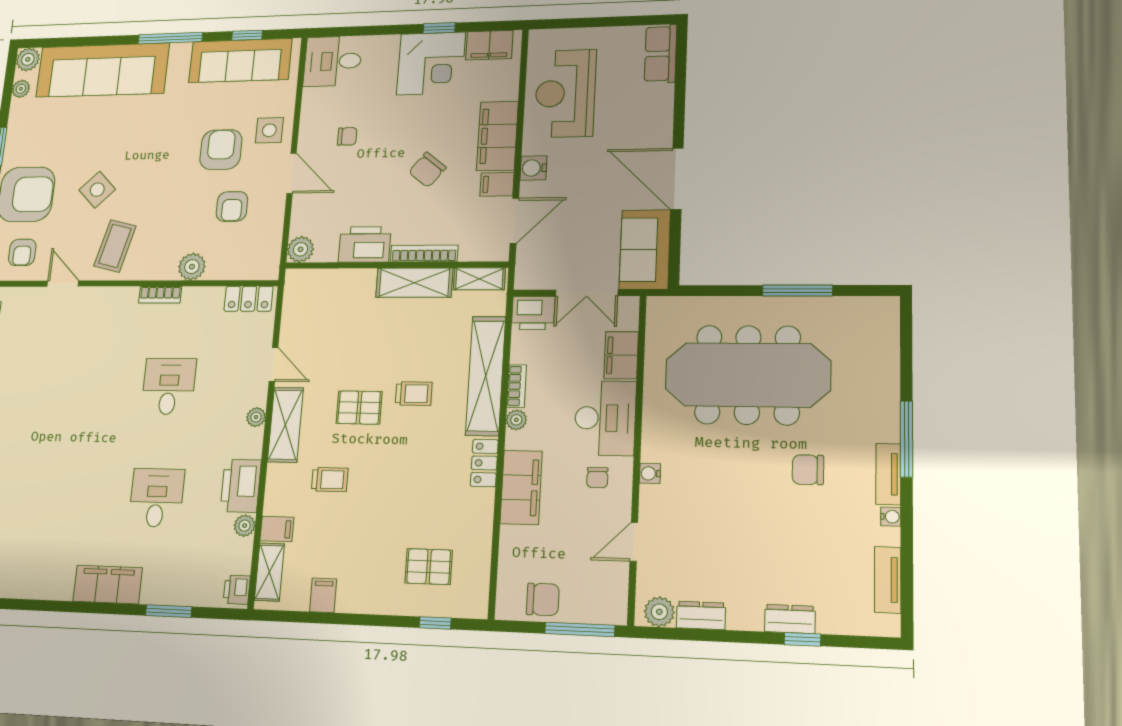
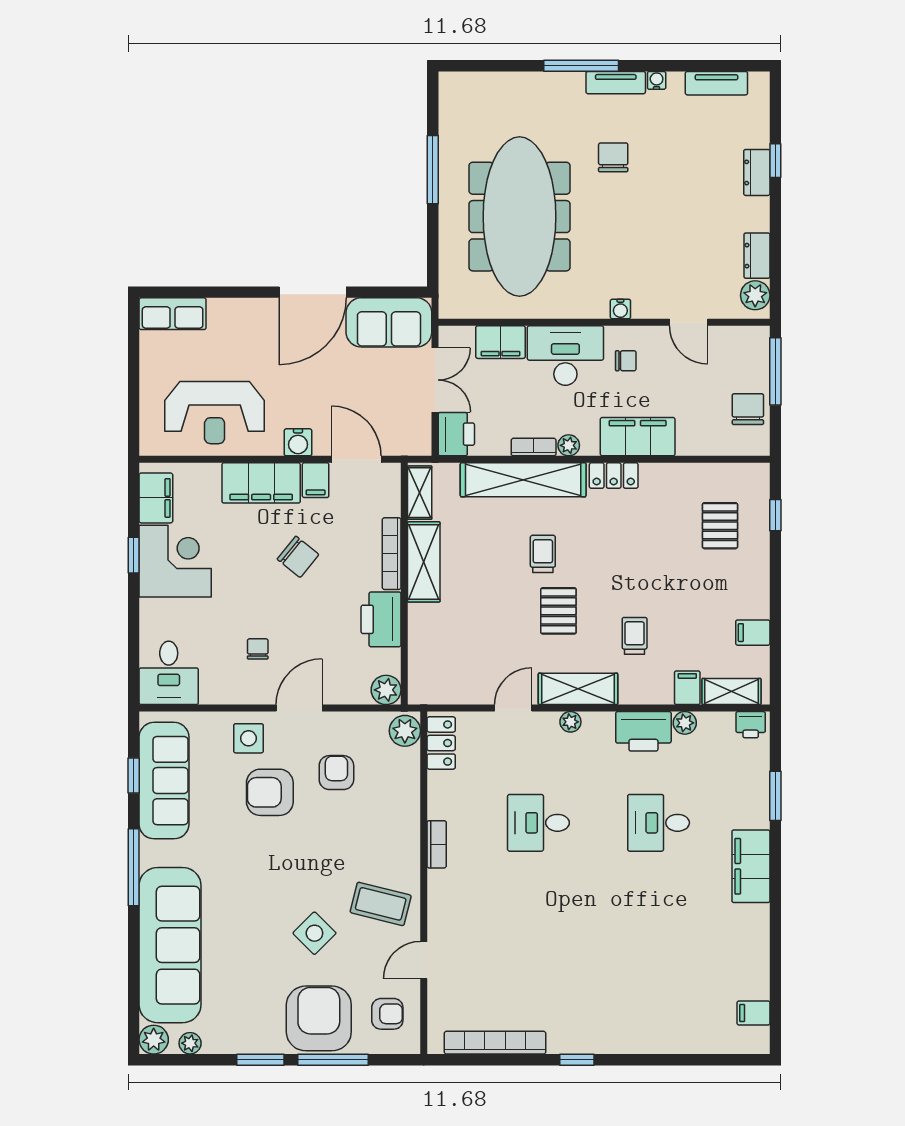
armchair: (232, 206) -> (336, 773), turned -90
plant: (192, 267) -> (405, 731), moved
chair: (808, 470) -> (613, 157), turned 180

